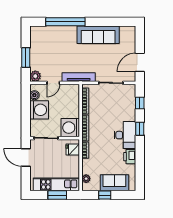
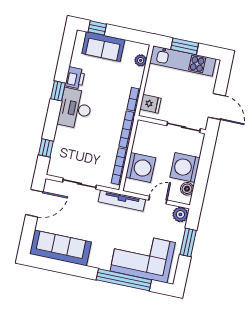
sofa: (98, 35) -> (60, 248), moved
corner sofa: (56, 41) -> (143, 257), added
washing machine: (70, 128) -> (141, 168), moved
window: (140, 129) -> (58, 91), moved
window: (105, 195) -> (97, 28), moved

